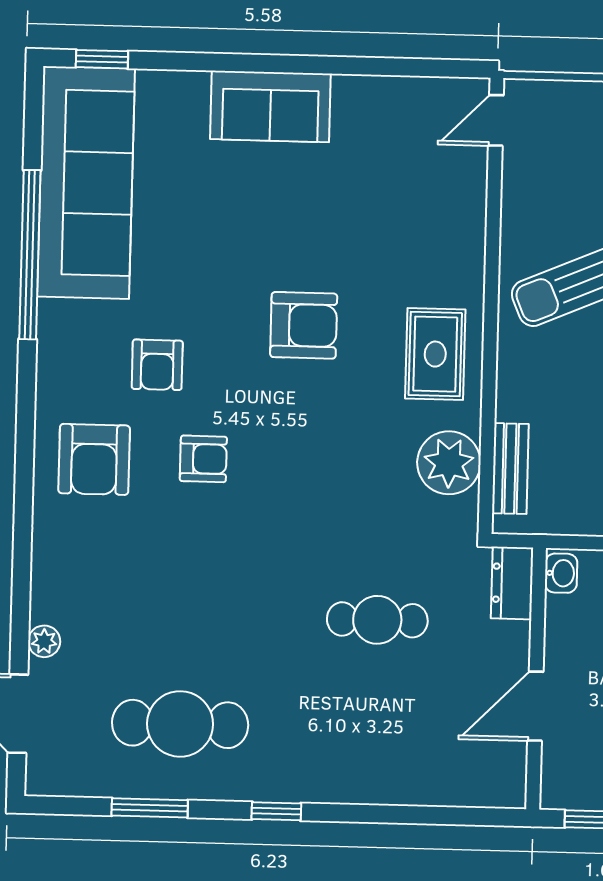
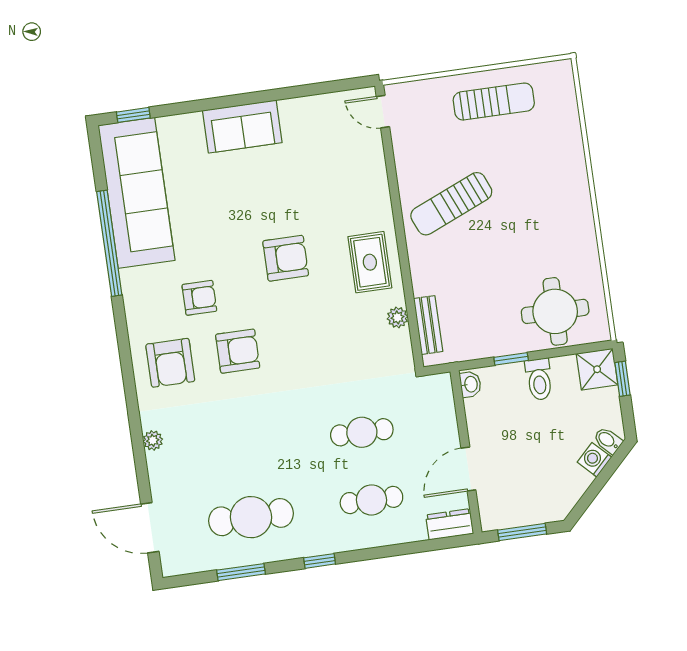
door: (496, 120) -> (383, 112), hinge flipped
armchair: (157, 365) -> (199, 298), turned -90
armchair: (203, 459) -> (238, 351), width x1.38, depth x1.38
plant: (449, 463) -> (397, 317), width x0.53, depth x0.53
dresser: (512, 583) -> (450, 524), moved, turned 90
plant: (44, 641) -> (153, 440), moved
cafe table: (374, 729) -> (371, 500), added

